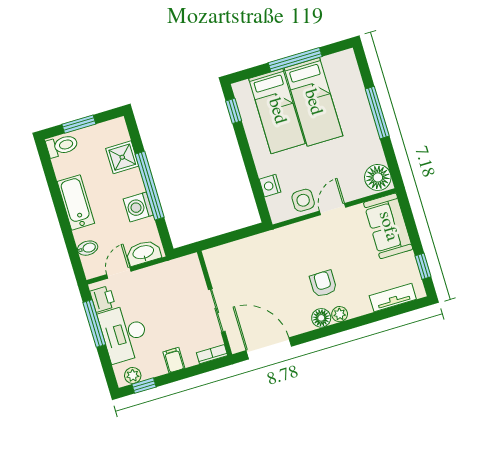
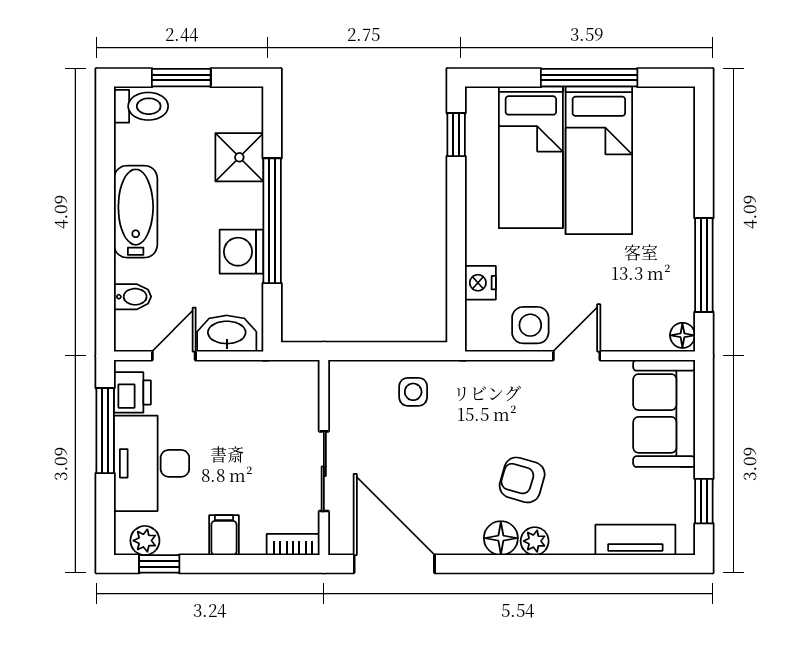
window: (377, 113) -> (704, 265), moved
floor lamp: (378, 177) -> (682, 335), width x0.53, depth x0.53
side table: (252, 254) -> (413, 392), added
armchair: (323, 284) -> (522, 480), turned -74

